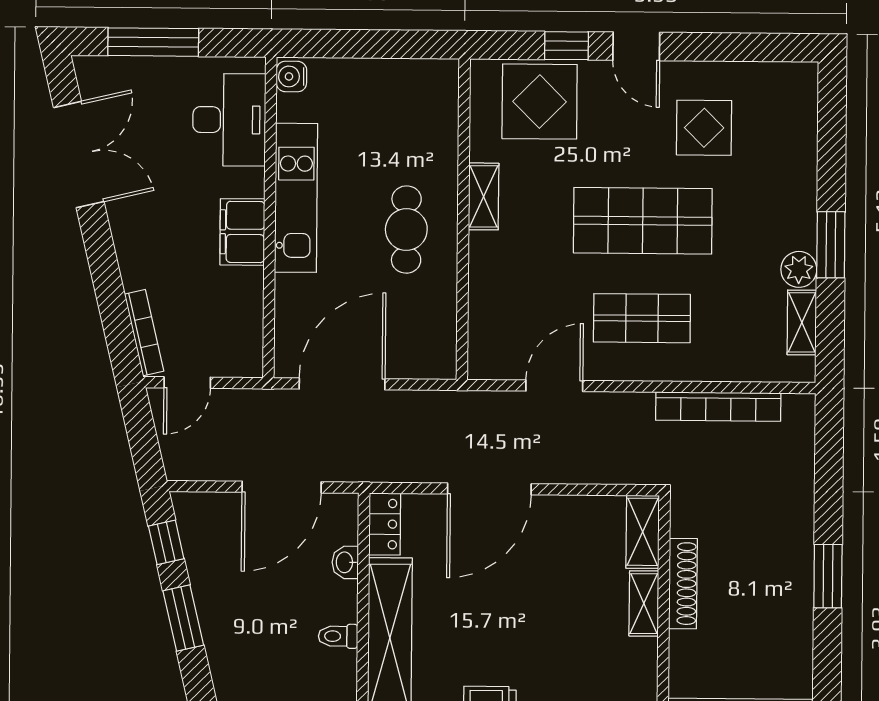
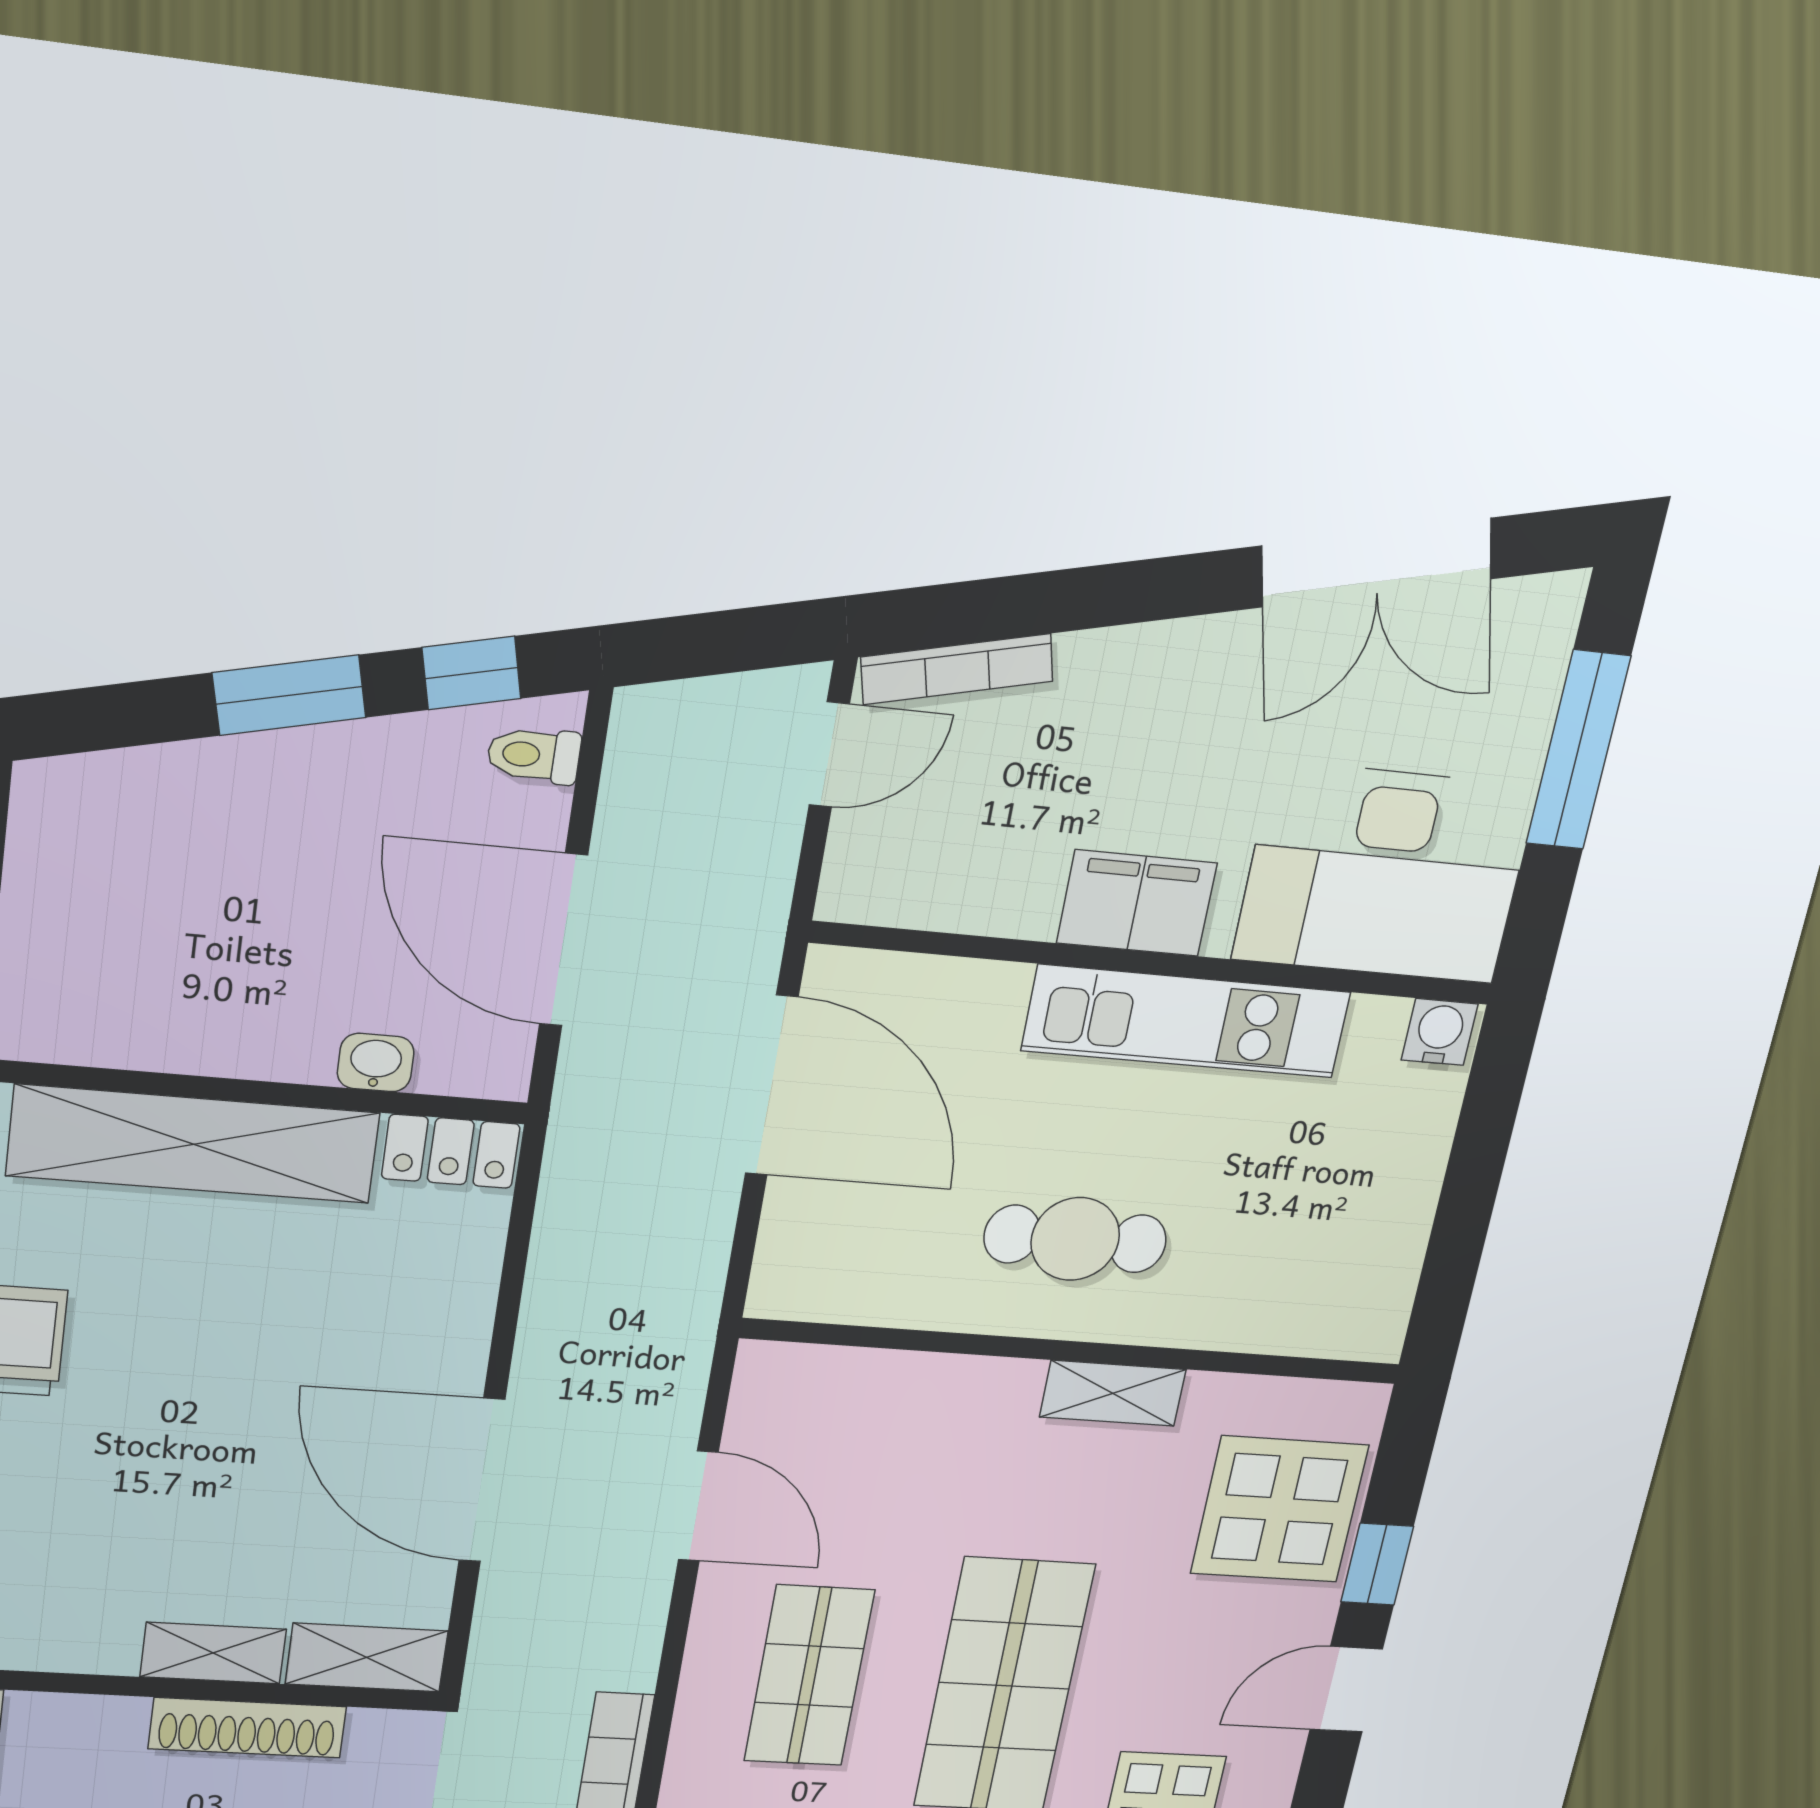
desk: (229, 120) -> (1385, 873), width x1.36, depth x1.30
door: (187, 383) -> (829, 755), swing flipped
door: (489, 489) -> (482, 1480), moved
toilet: (338, 636) -> (534, 755), moved, turned -90

